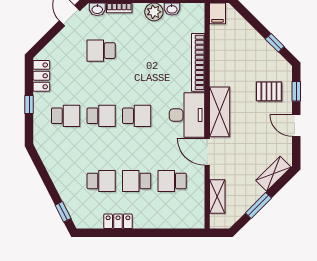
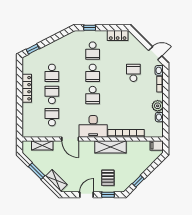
window: (29, 104) -> (90, 28), moved
shelving: (220, 112) -> (111, 147), moved
door: (207, 152) -> (70, 139), swing flipped
locker: (118, 221) -> (27, 88), width x1.53

